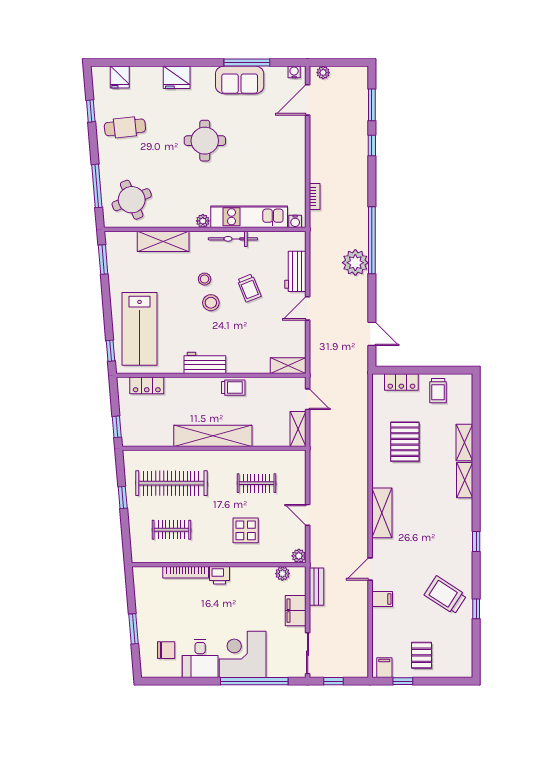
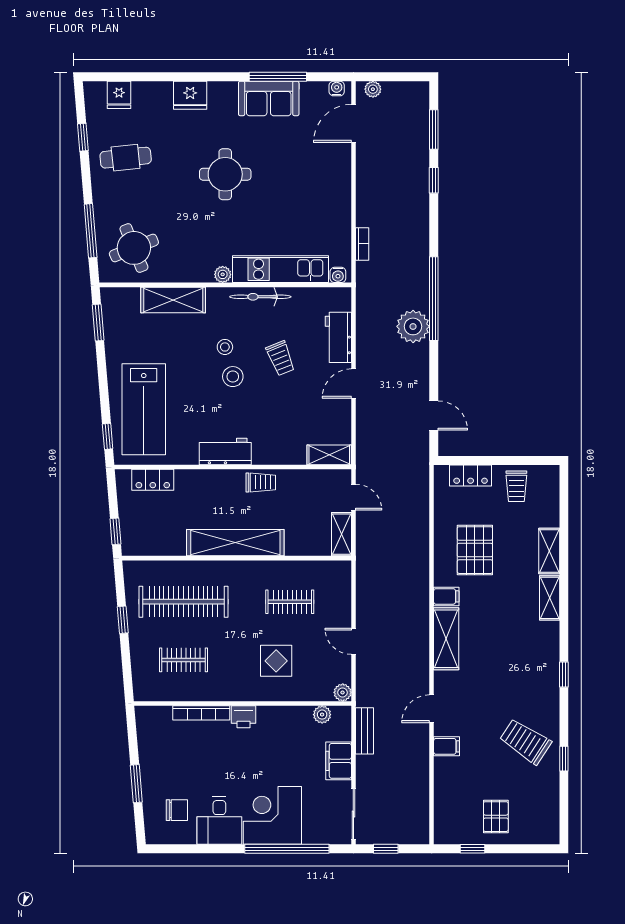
filing cabinet: (384, 668) -> (446, 596), moved, turned 90

